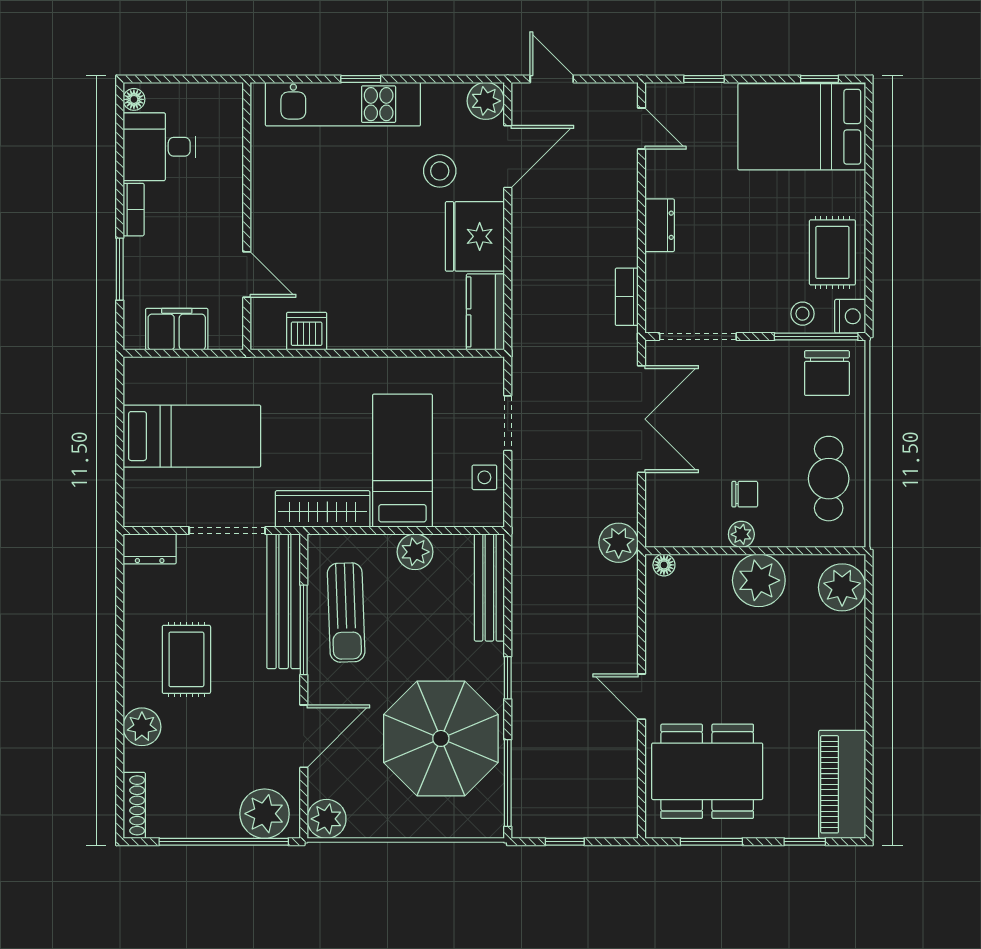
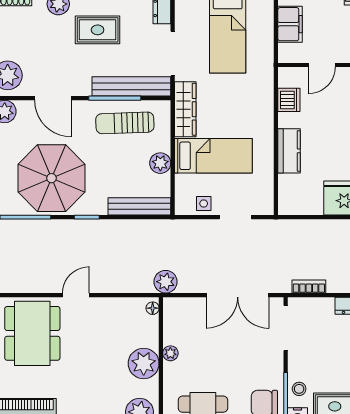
kitchen counter: (485, 312) -> (289, 151), moved, turned 90
chair: (745, 494) -> (194, 355), removed

